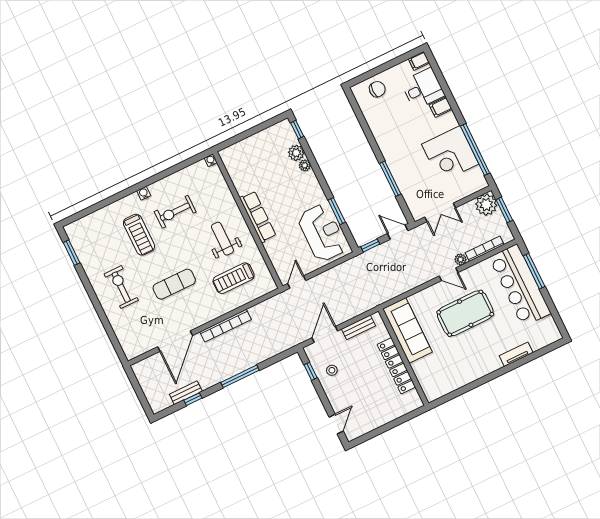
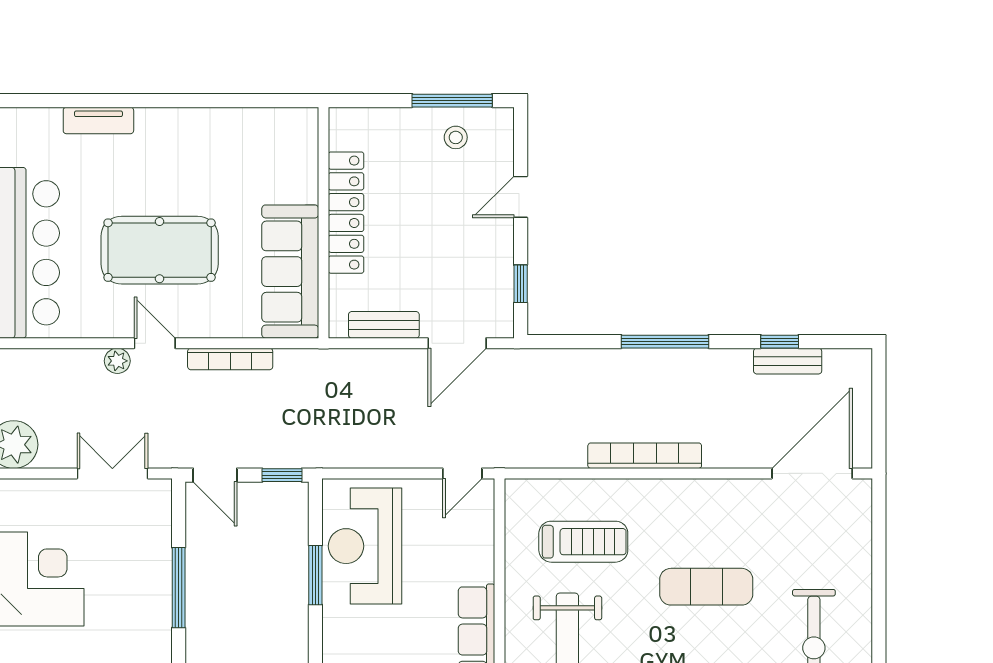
bookcase: (485, 249) -> (230, 359), moved
door: (175, 341) -> (812, 473), moved
stool: (332, 370) -> (456, 137), moved
door: (336, 424) -> (521, 197), moved
window: (375, 433) -> (452, 101), added

